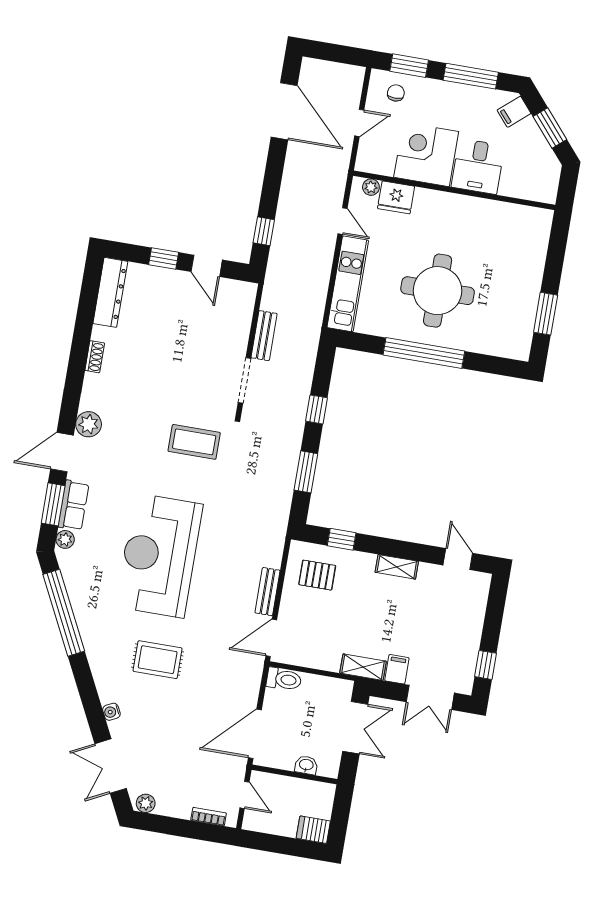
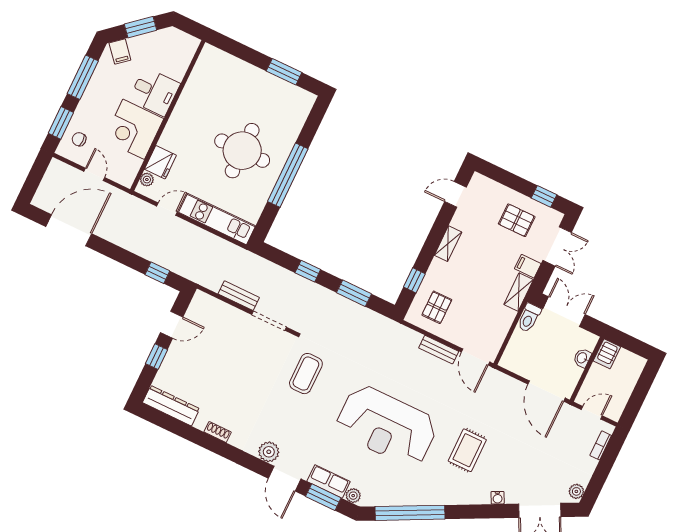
pallet: (448, 641) -> (517, 220), added
toilet: (284, 679) -> (529, 318), moved, turned 180
server rack: (313, 830) -> (607, 354), moved

